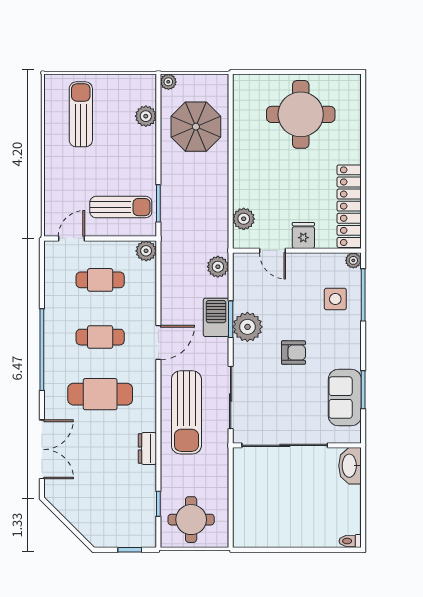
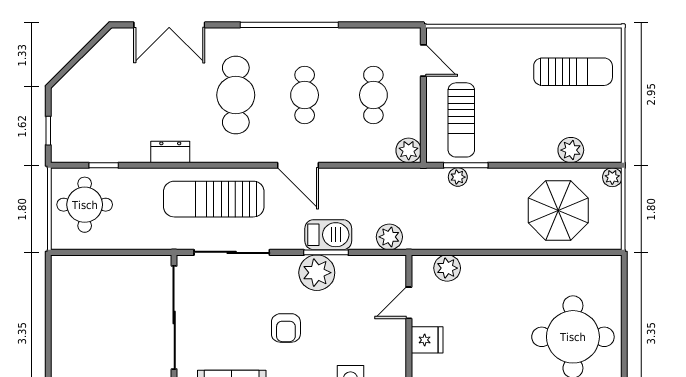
plant: (168, 210) -> (458, 177), added

